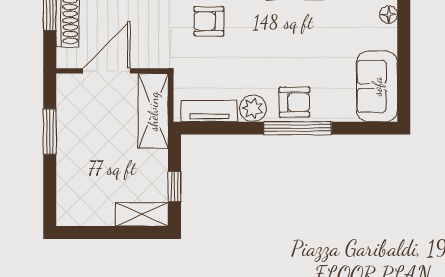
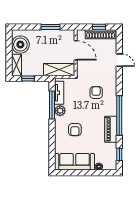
sofa: (377, 86) -> (75, 162), width x1.36
armchair: (294, 102) -> (75, 130), moved
window: (298, 128) -> (52, 105), moved
boiler: (92, 205) -> (20, 45), added

